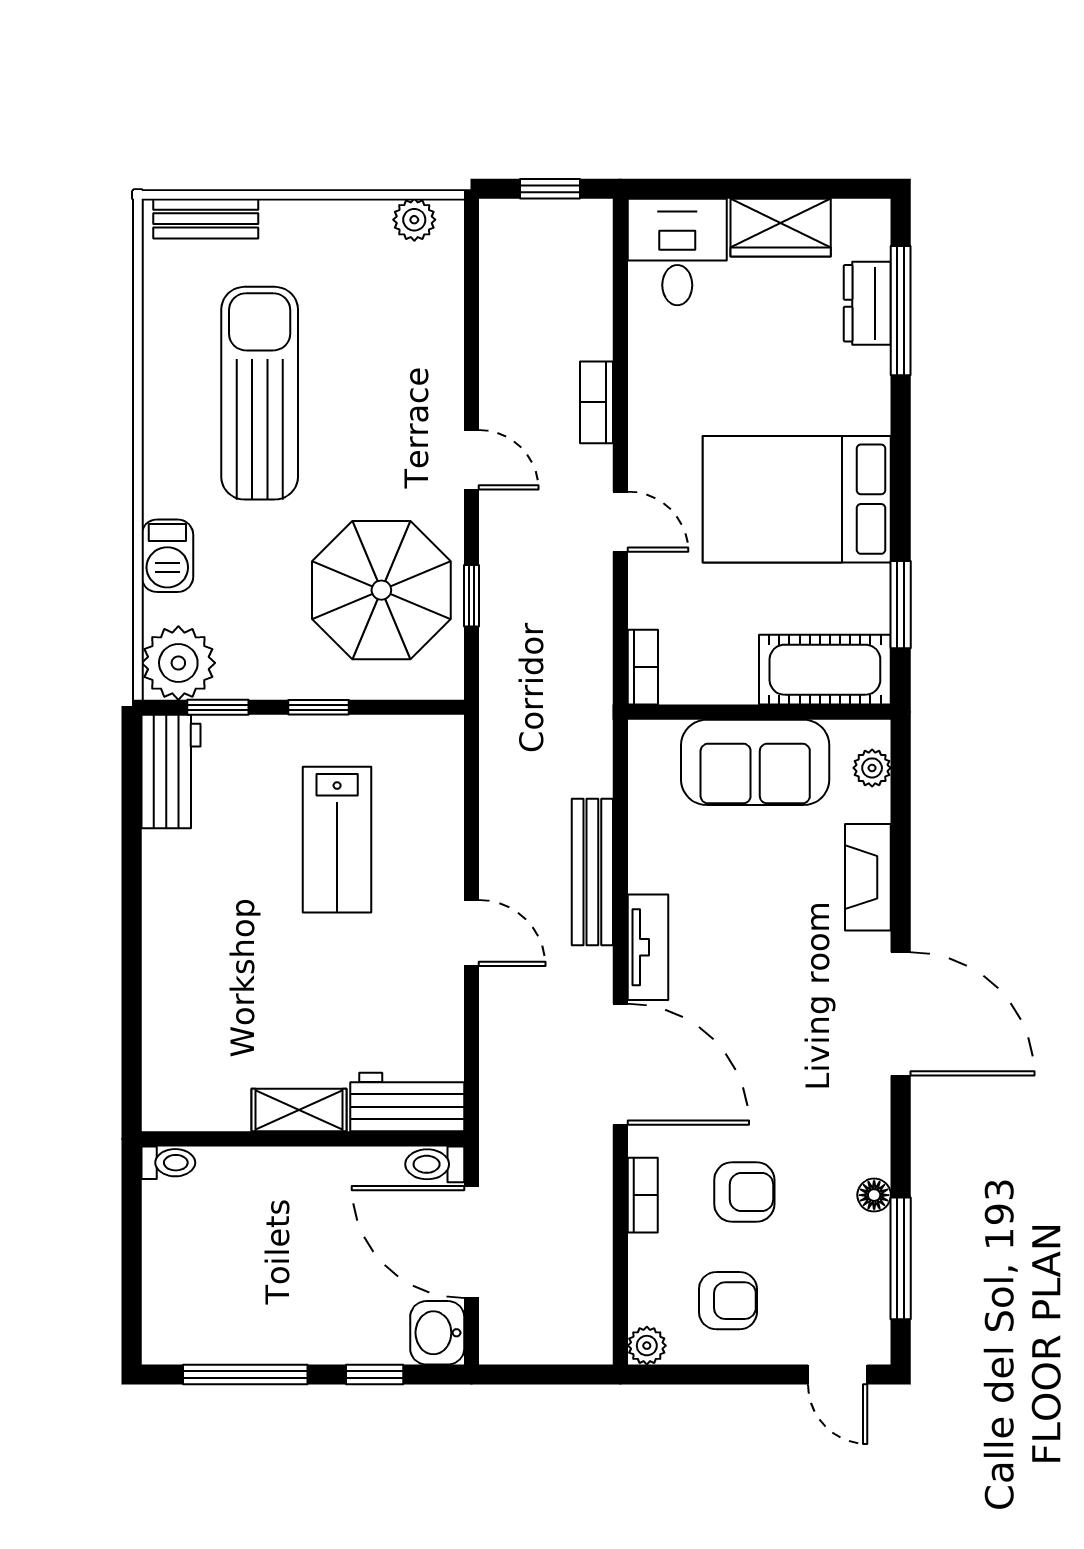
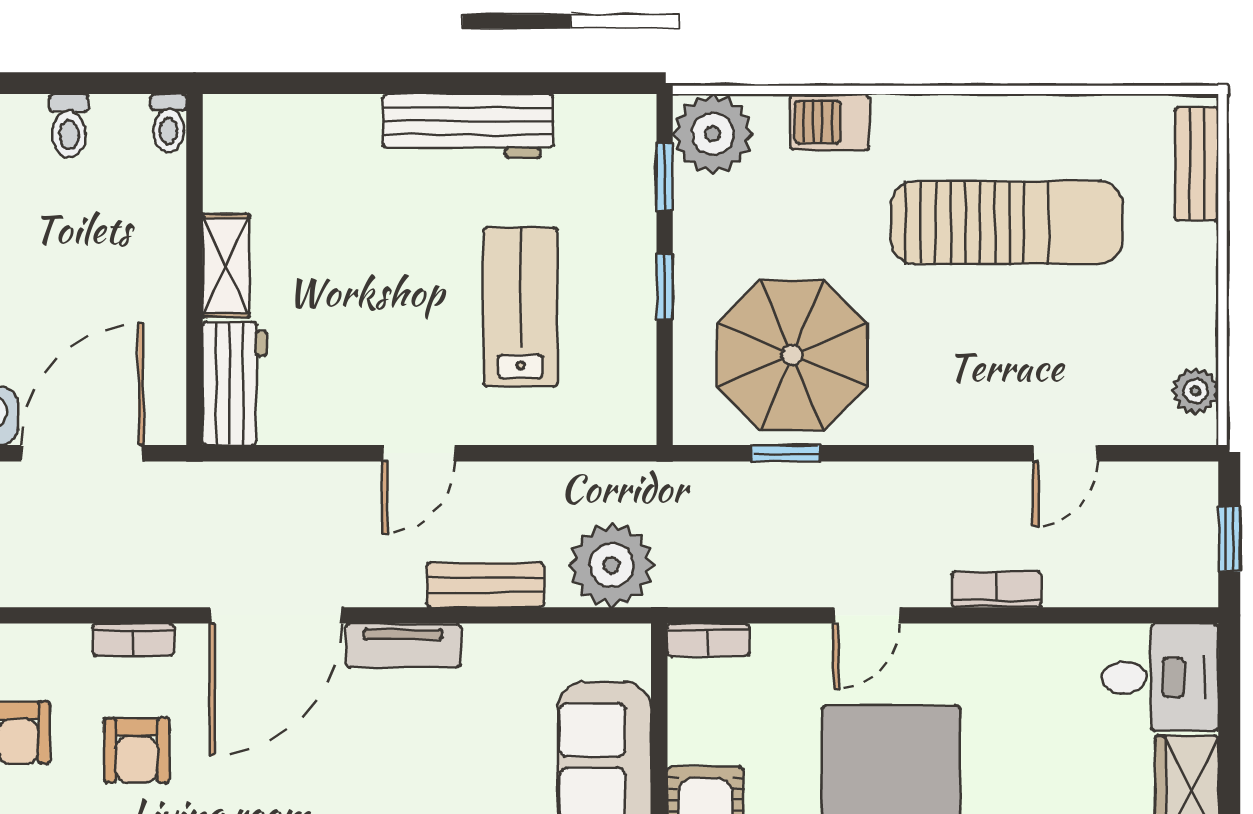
door: (472, 460) -> (1065, 453), moved
plant: (574, 756) -> (612, 565), added
workbench: (171, 772) -> (468, 126), moved, width x1.38
lab bench: (337, 840) -> (520, 307), turned 90
bench: (592, 872) -> (485, 585), width x0.73
toilet: (435, 1164) -> (69, 126), moved, turned 180

